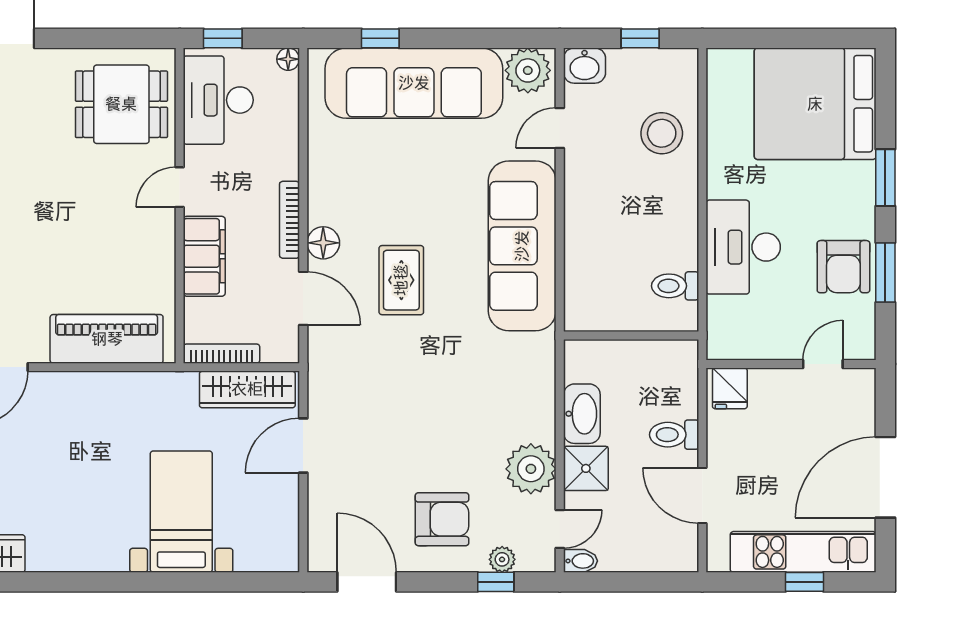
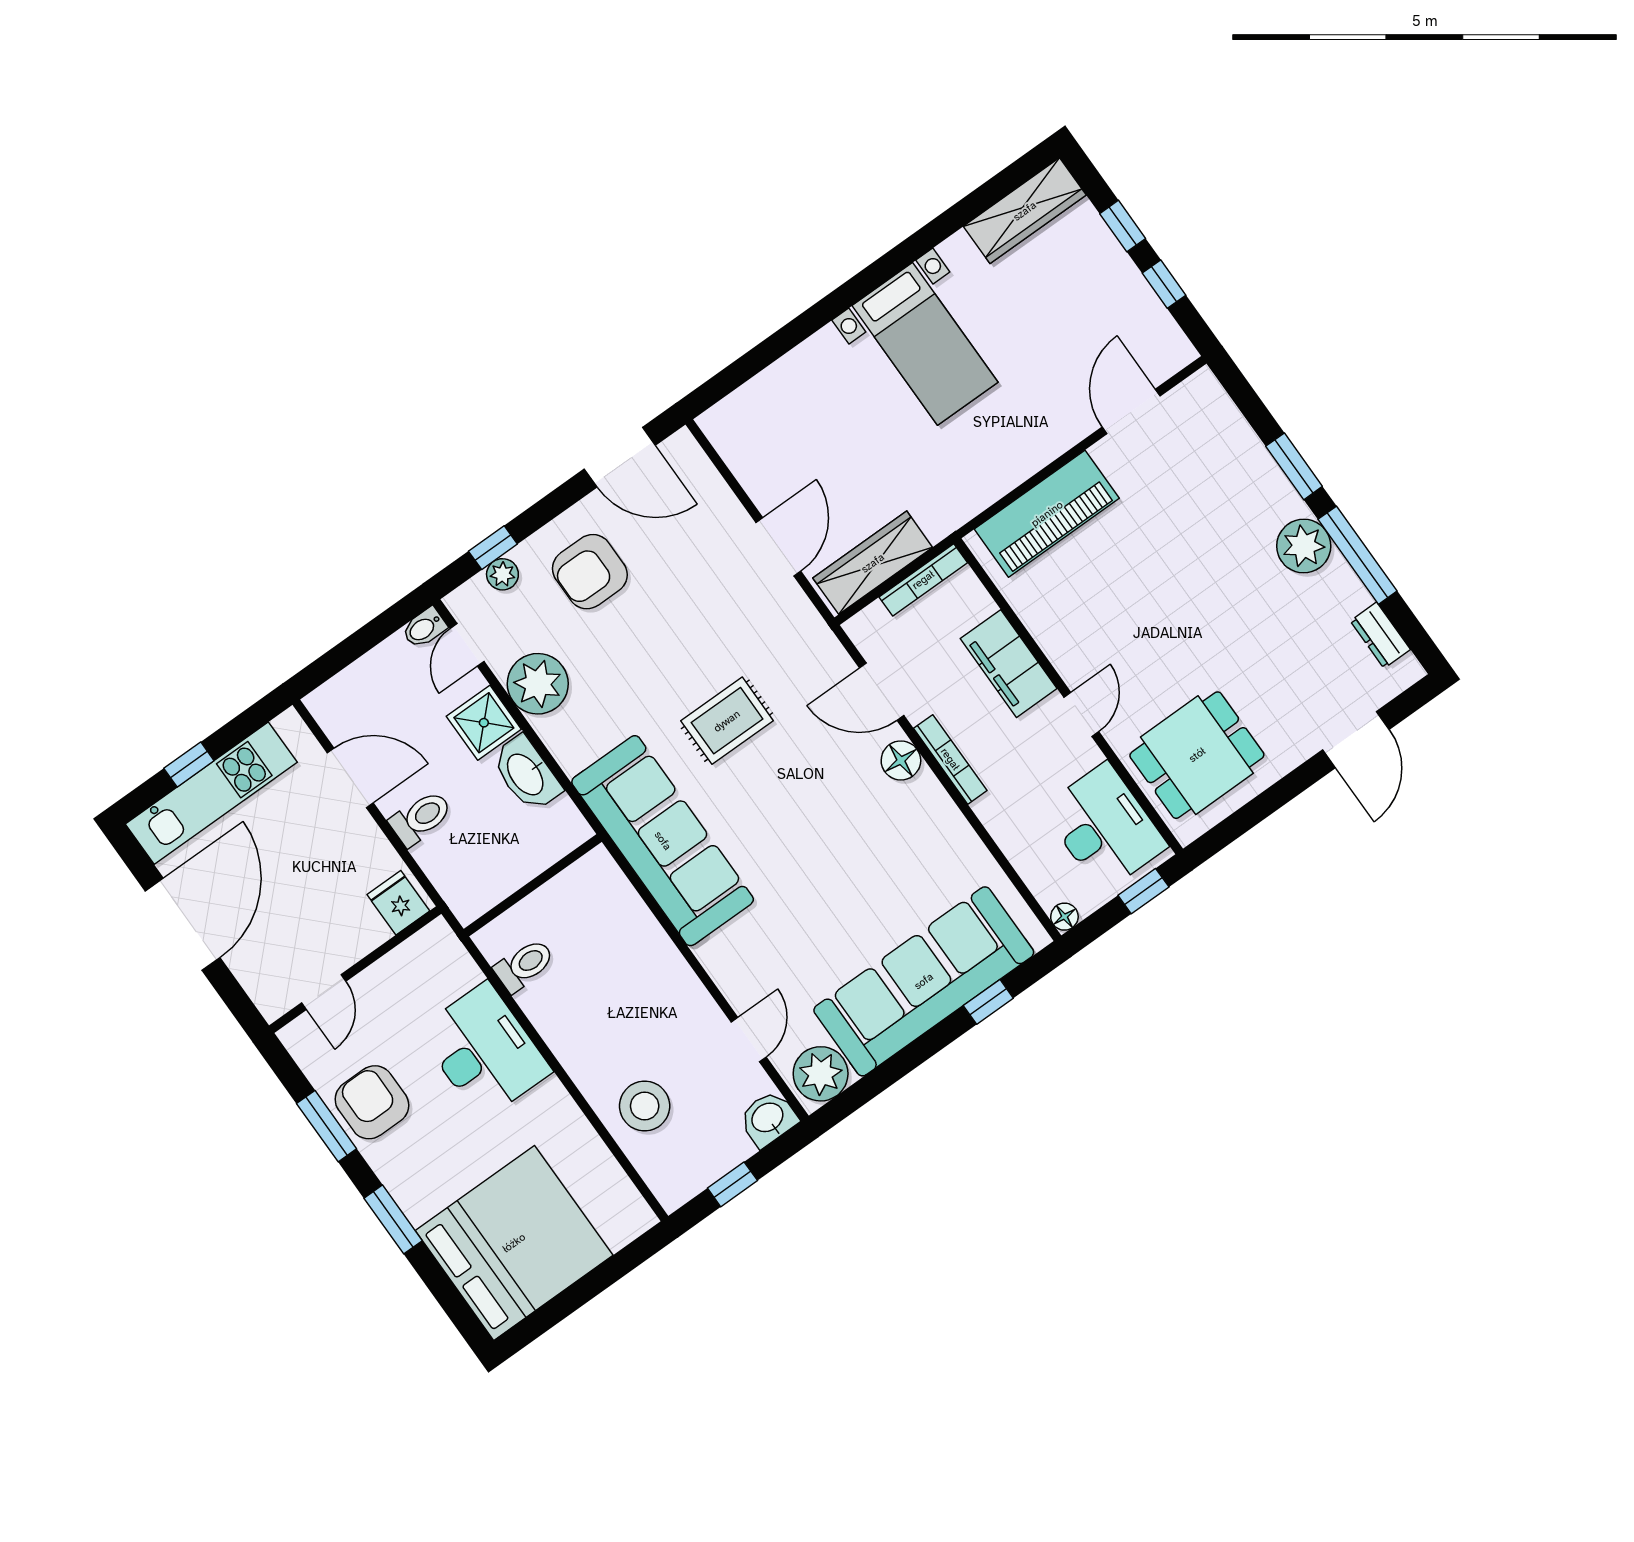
sofa: (522, 246) -> (663, 841), moved
rug: (401, 280) -> (727, 721), moved, turned 90
bed with nightstands: (181, 512) -> (925, 344), moved

